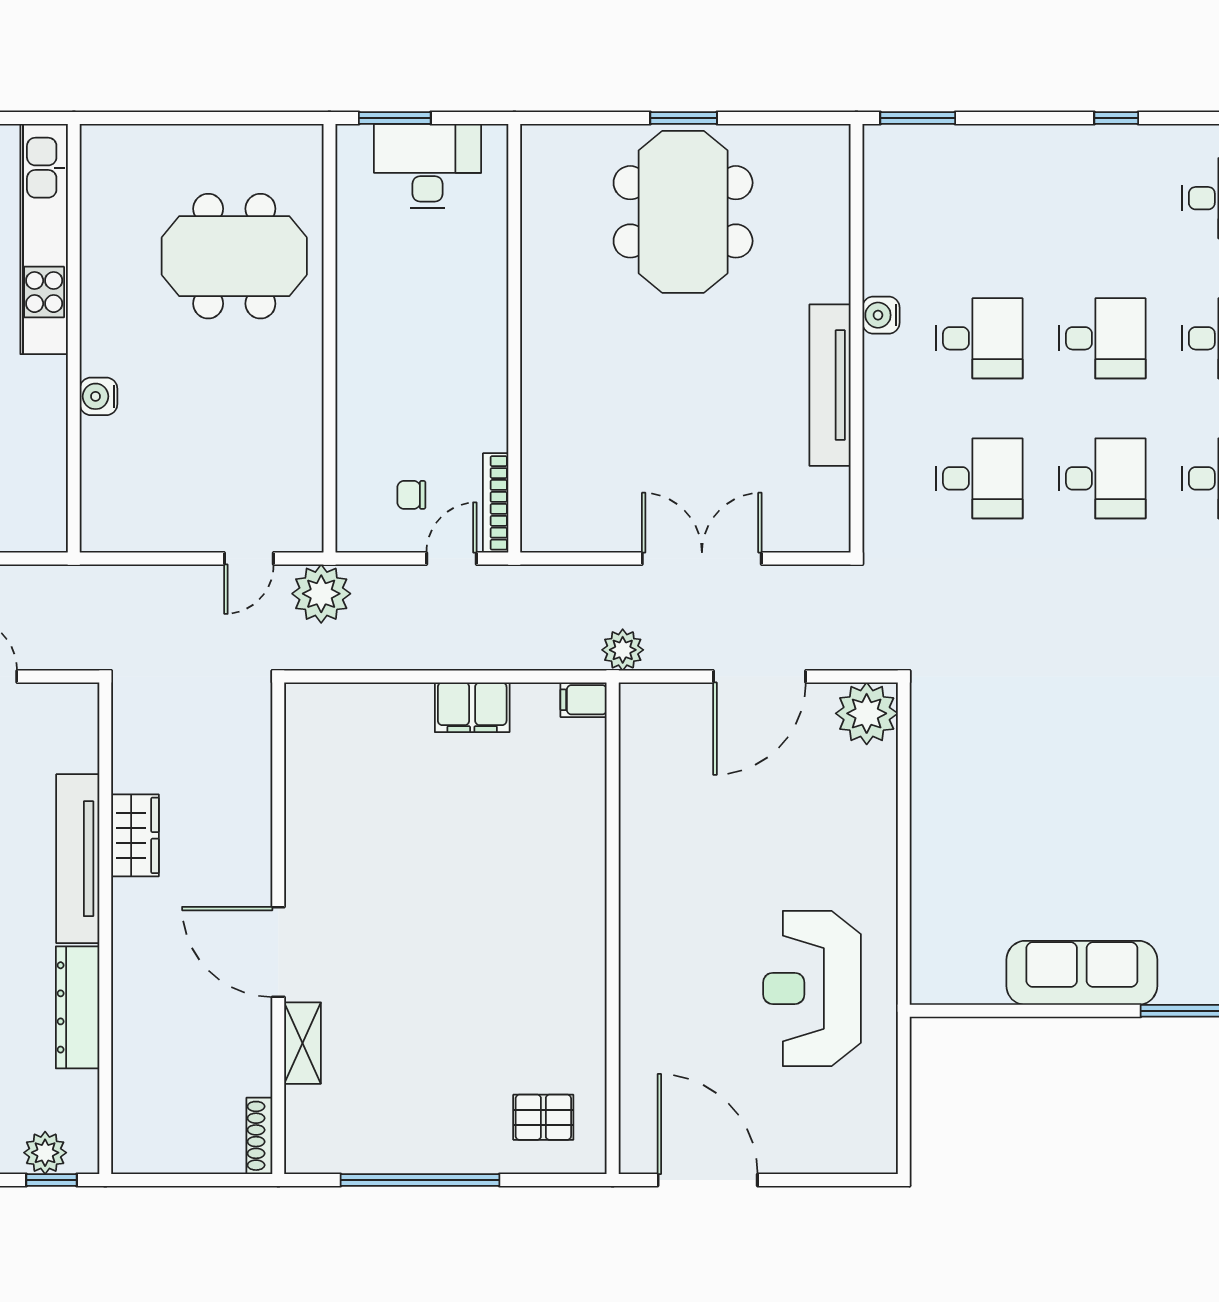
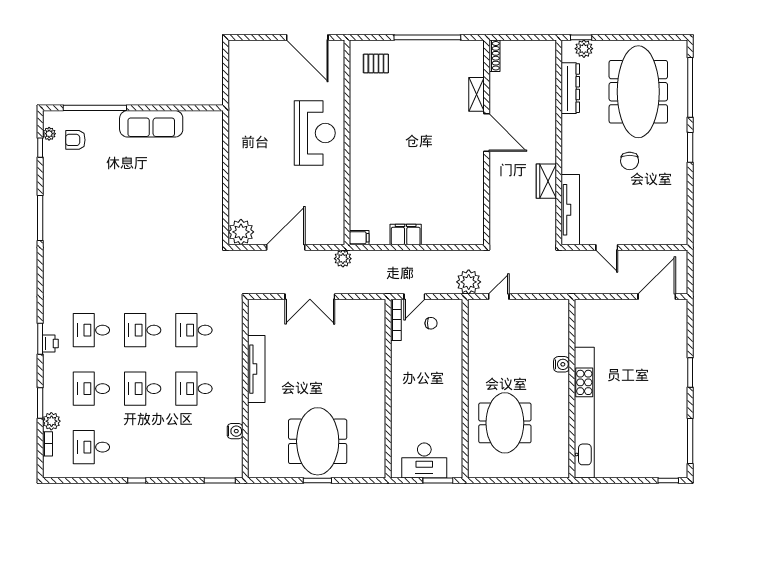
kitchen unit: (44, 239) -> (584, 413), width x1.36
meeting table: (234, 256) -> (505, 423), turned 90
water cooler: (881, 315) -> (235, 431), moved
tv unit: (78, 859) -> (570, 210), moved
reception desk: (812, 988) -> (315, 133), moved
dresser: (78, 1007) -> (570, 88), moved

